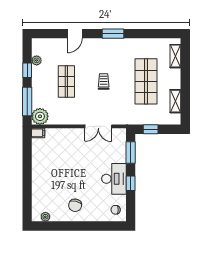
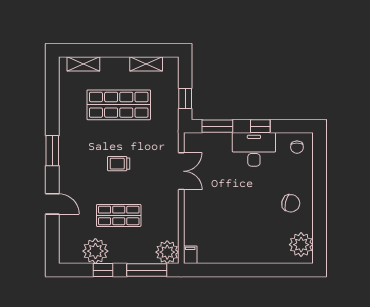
plant: (37, 60) -> (95, 251), width x1.87, depth x1.87
plant: (45, 217) -> (301, 245), width x1.88, depth x1.88

